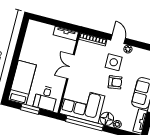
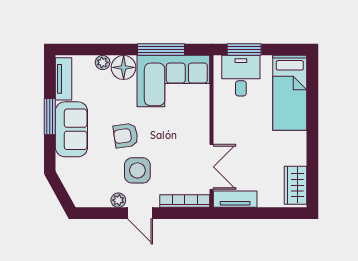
wardrobe: (32, 32) -> (296, 185), added
double door: (71, 67) -> (211, 167), moved
window: (30, 109) -> (244, 50), moved
window: (84, 123) -> (161, 50), width x0.68

